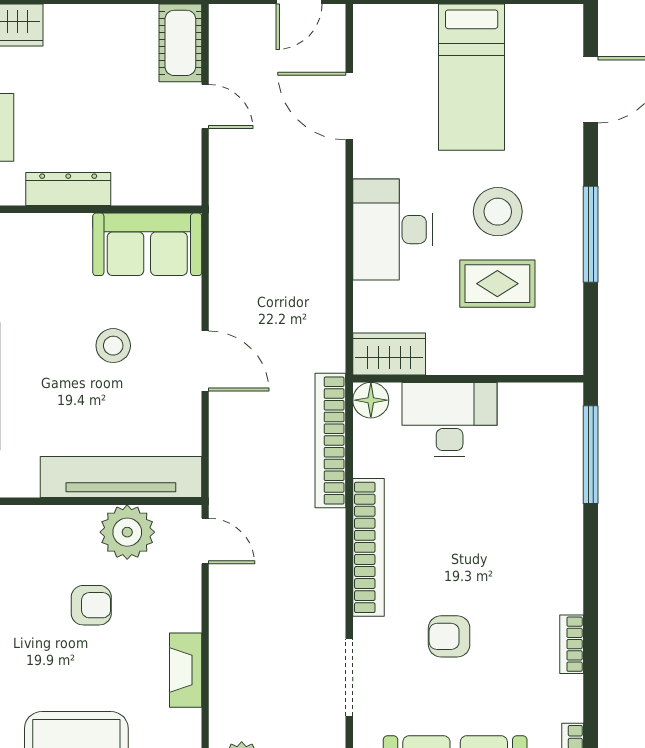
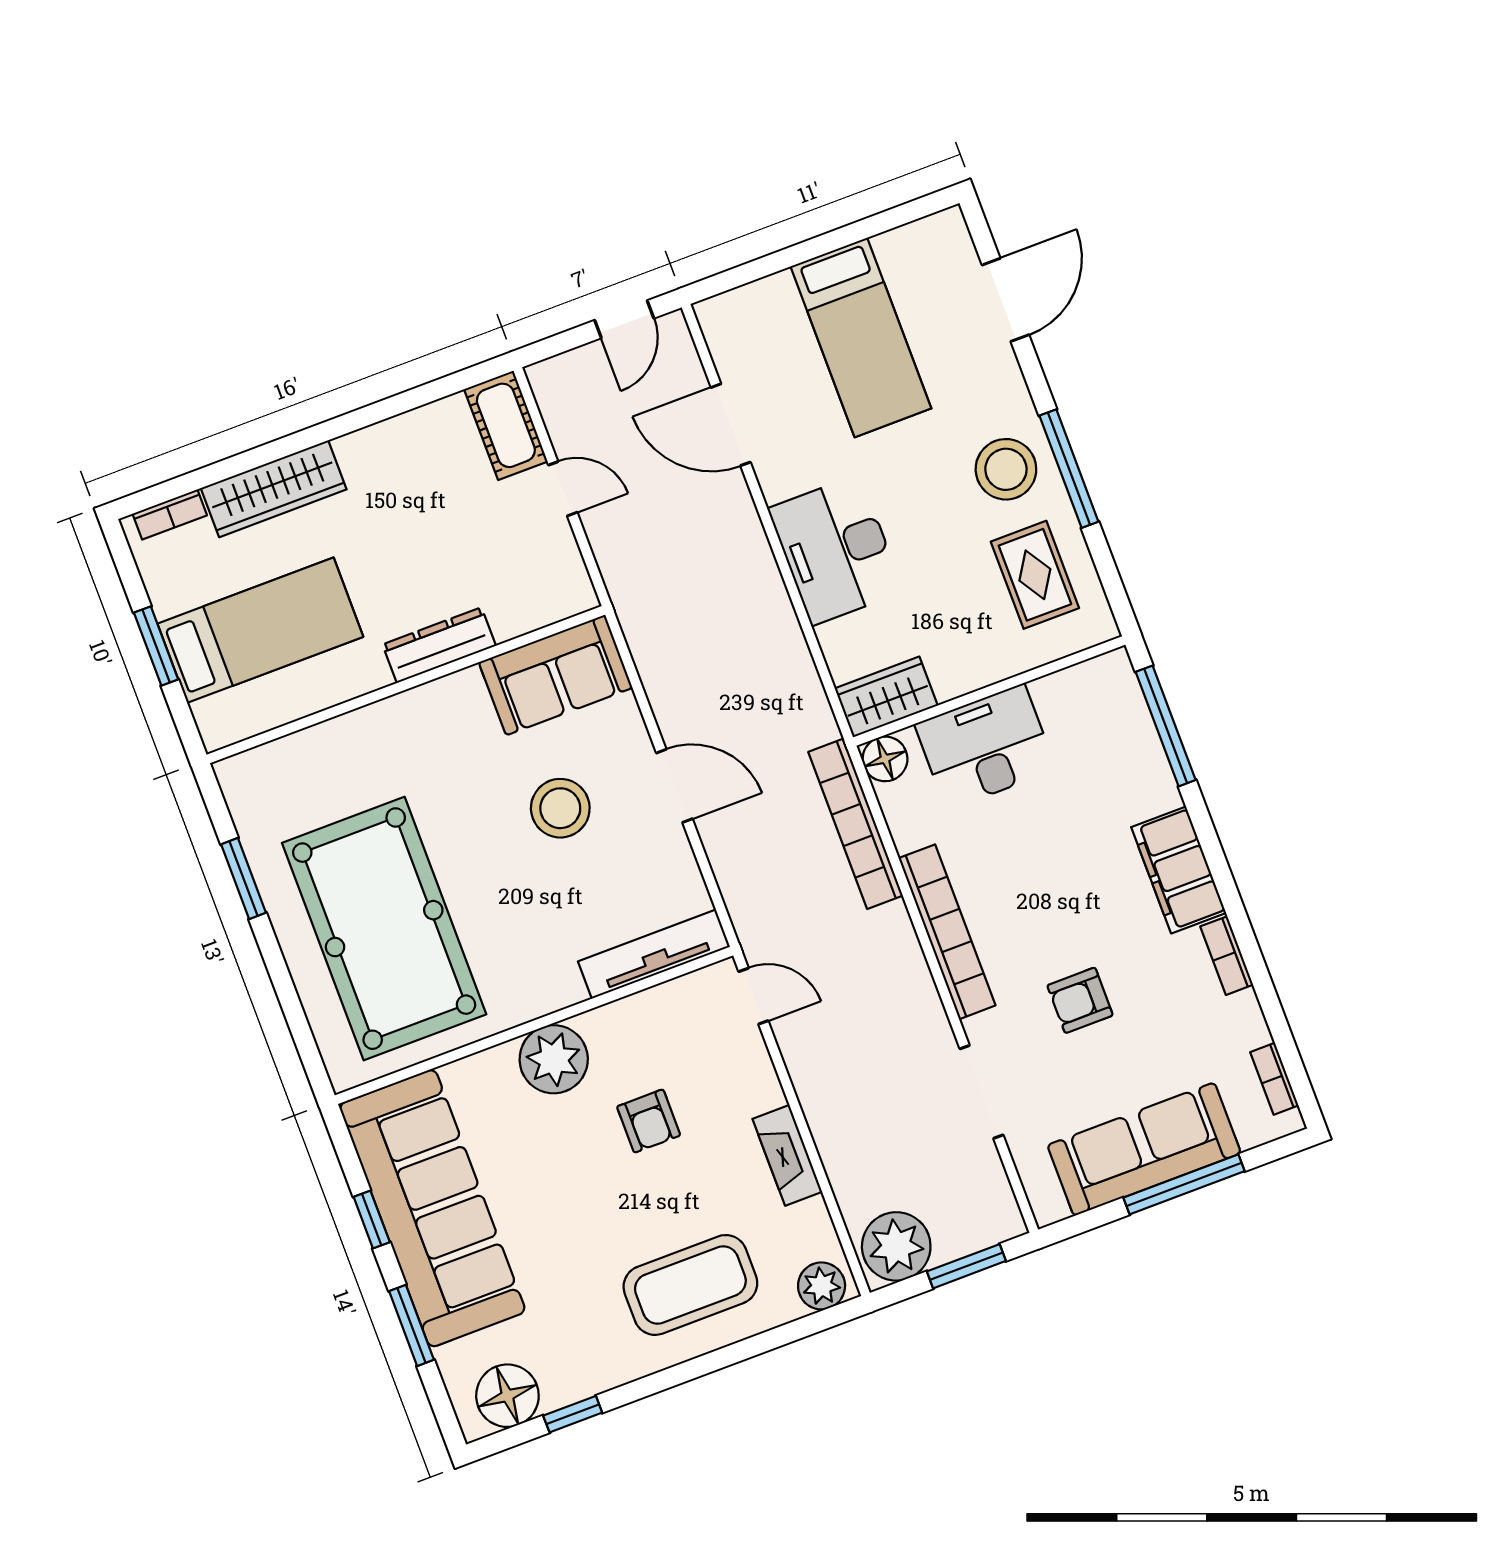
stool: (498, 212) -> (1006, 469), moved
rug: (497, 284) -> (1035, 575), moved, turned 90
stool: (113, 346) -> (560, 808), width x1.38, depth x1.38
tv unit: (121, 477) -> (654, 954), width x0.73, depth x0.78
plant: (127, 532) -> (554, 1059), moved
filing cabinet: (560, 566) -> (1179, 870), added
armchair: (91, 605) -> (649, 1121), turned 90

